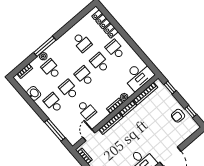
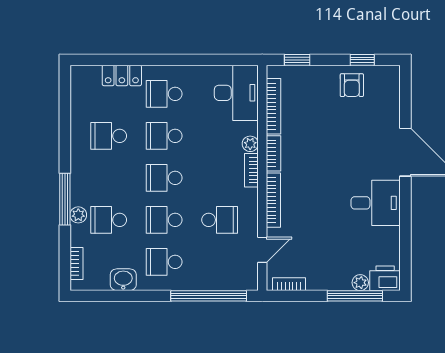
locker: (105, 24) -> (122, 75), width x0.66
school desk: (82, 42) -> (109, 136), turned 180
window: (55, 130) -> (209, 296), width x1.46
door: (89, 135) -> (262, 250), swing flipped

